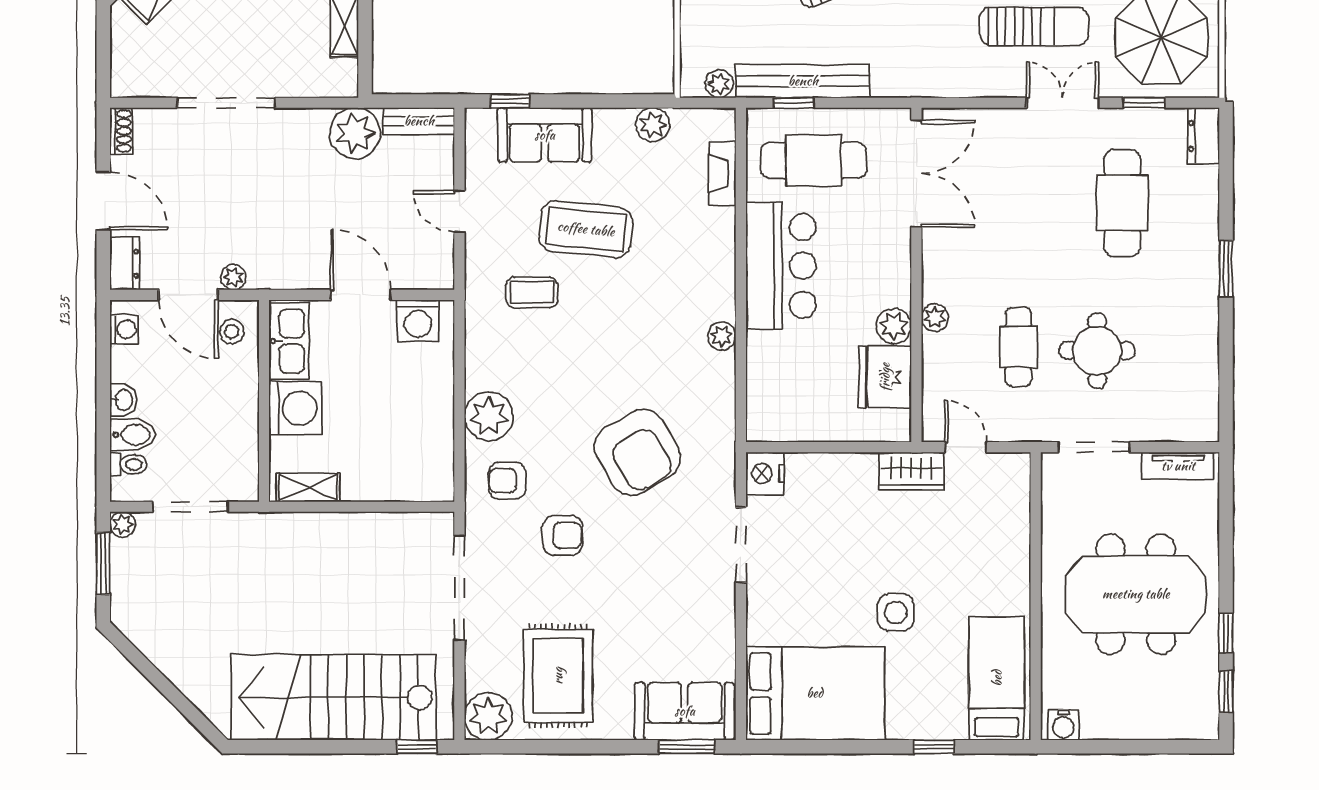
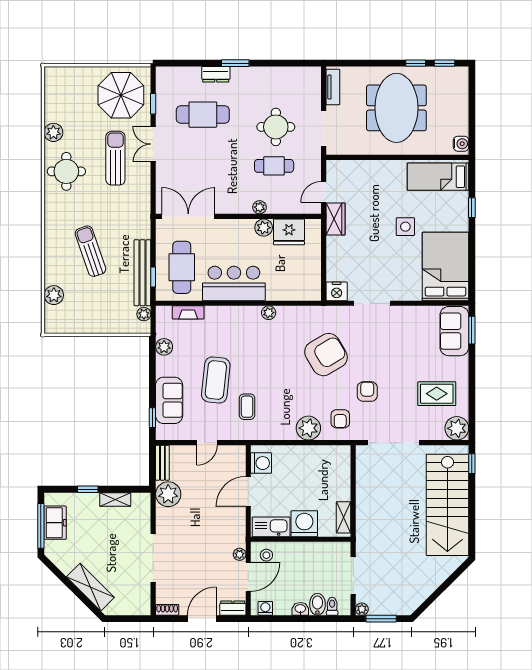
dresser: (1203, 136) -> (216, 74), moved
rug: (558, 676) -> (437, 394), width x0.73, depth x0.70

